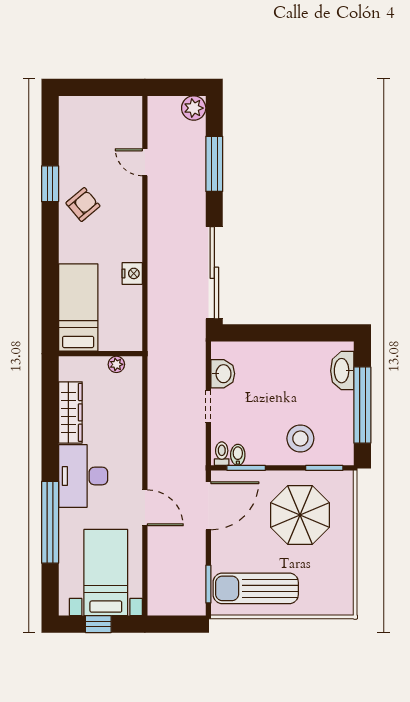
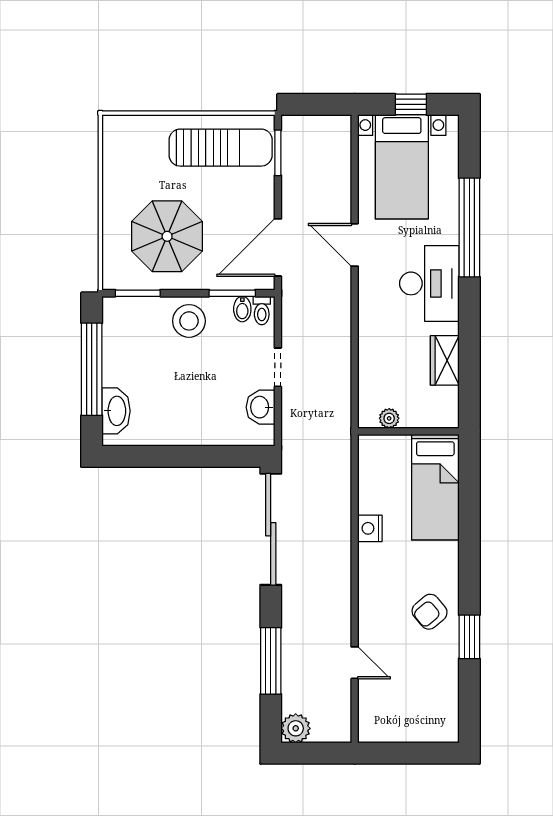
wardrobe: (70, 412) -> (445, 360), width x0.67
stool: (300, 438) -> (189, 321), moved

